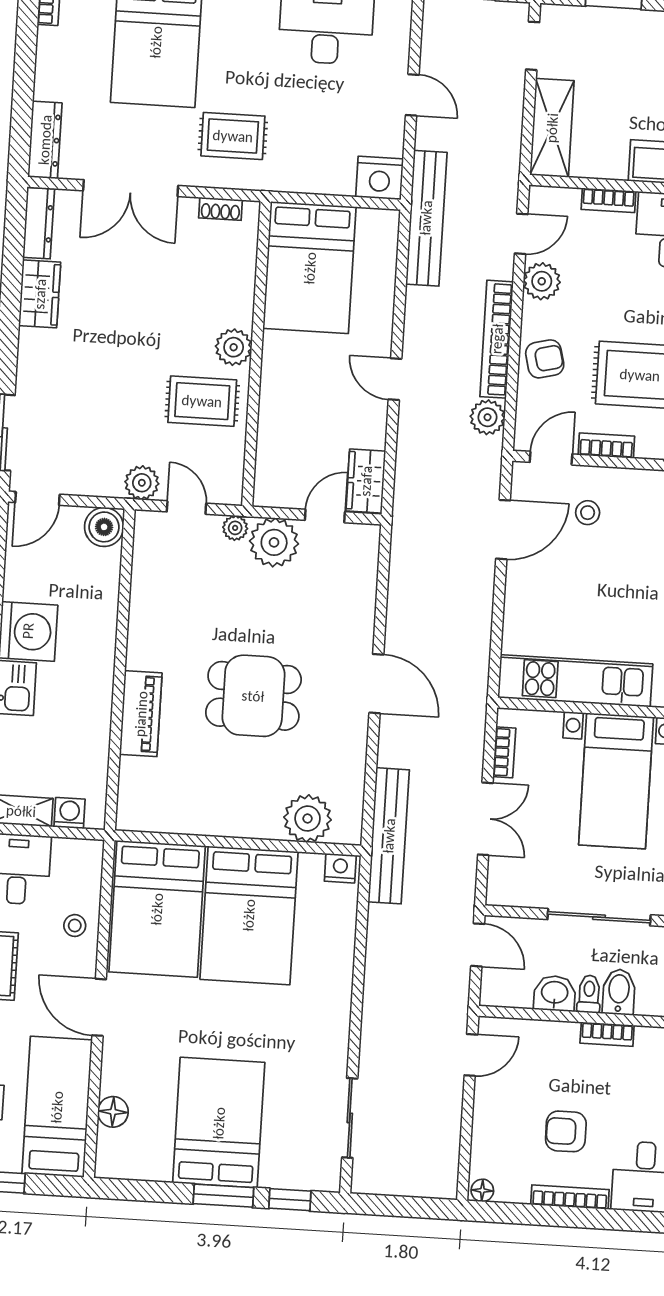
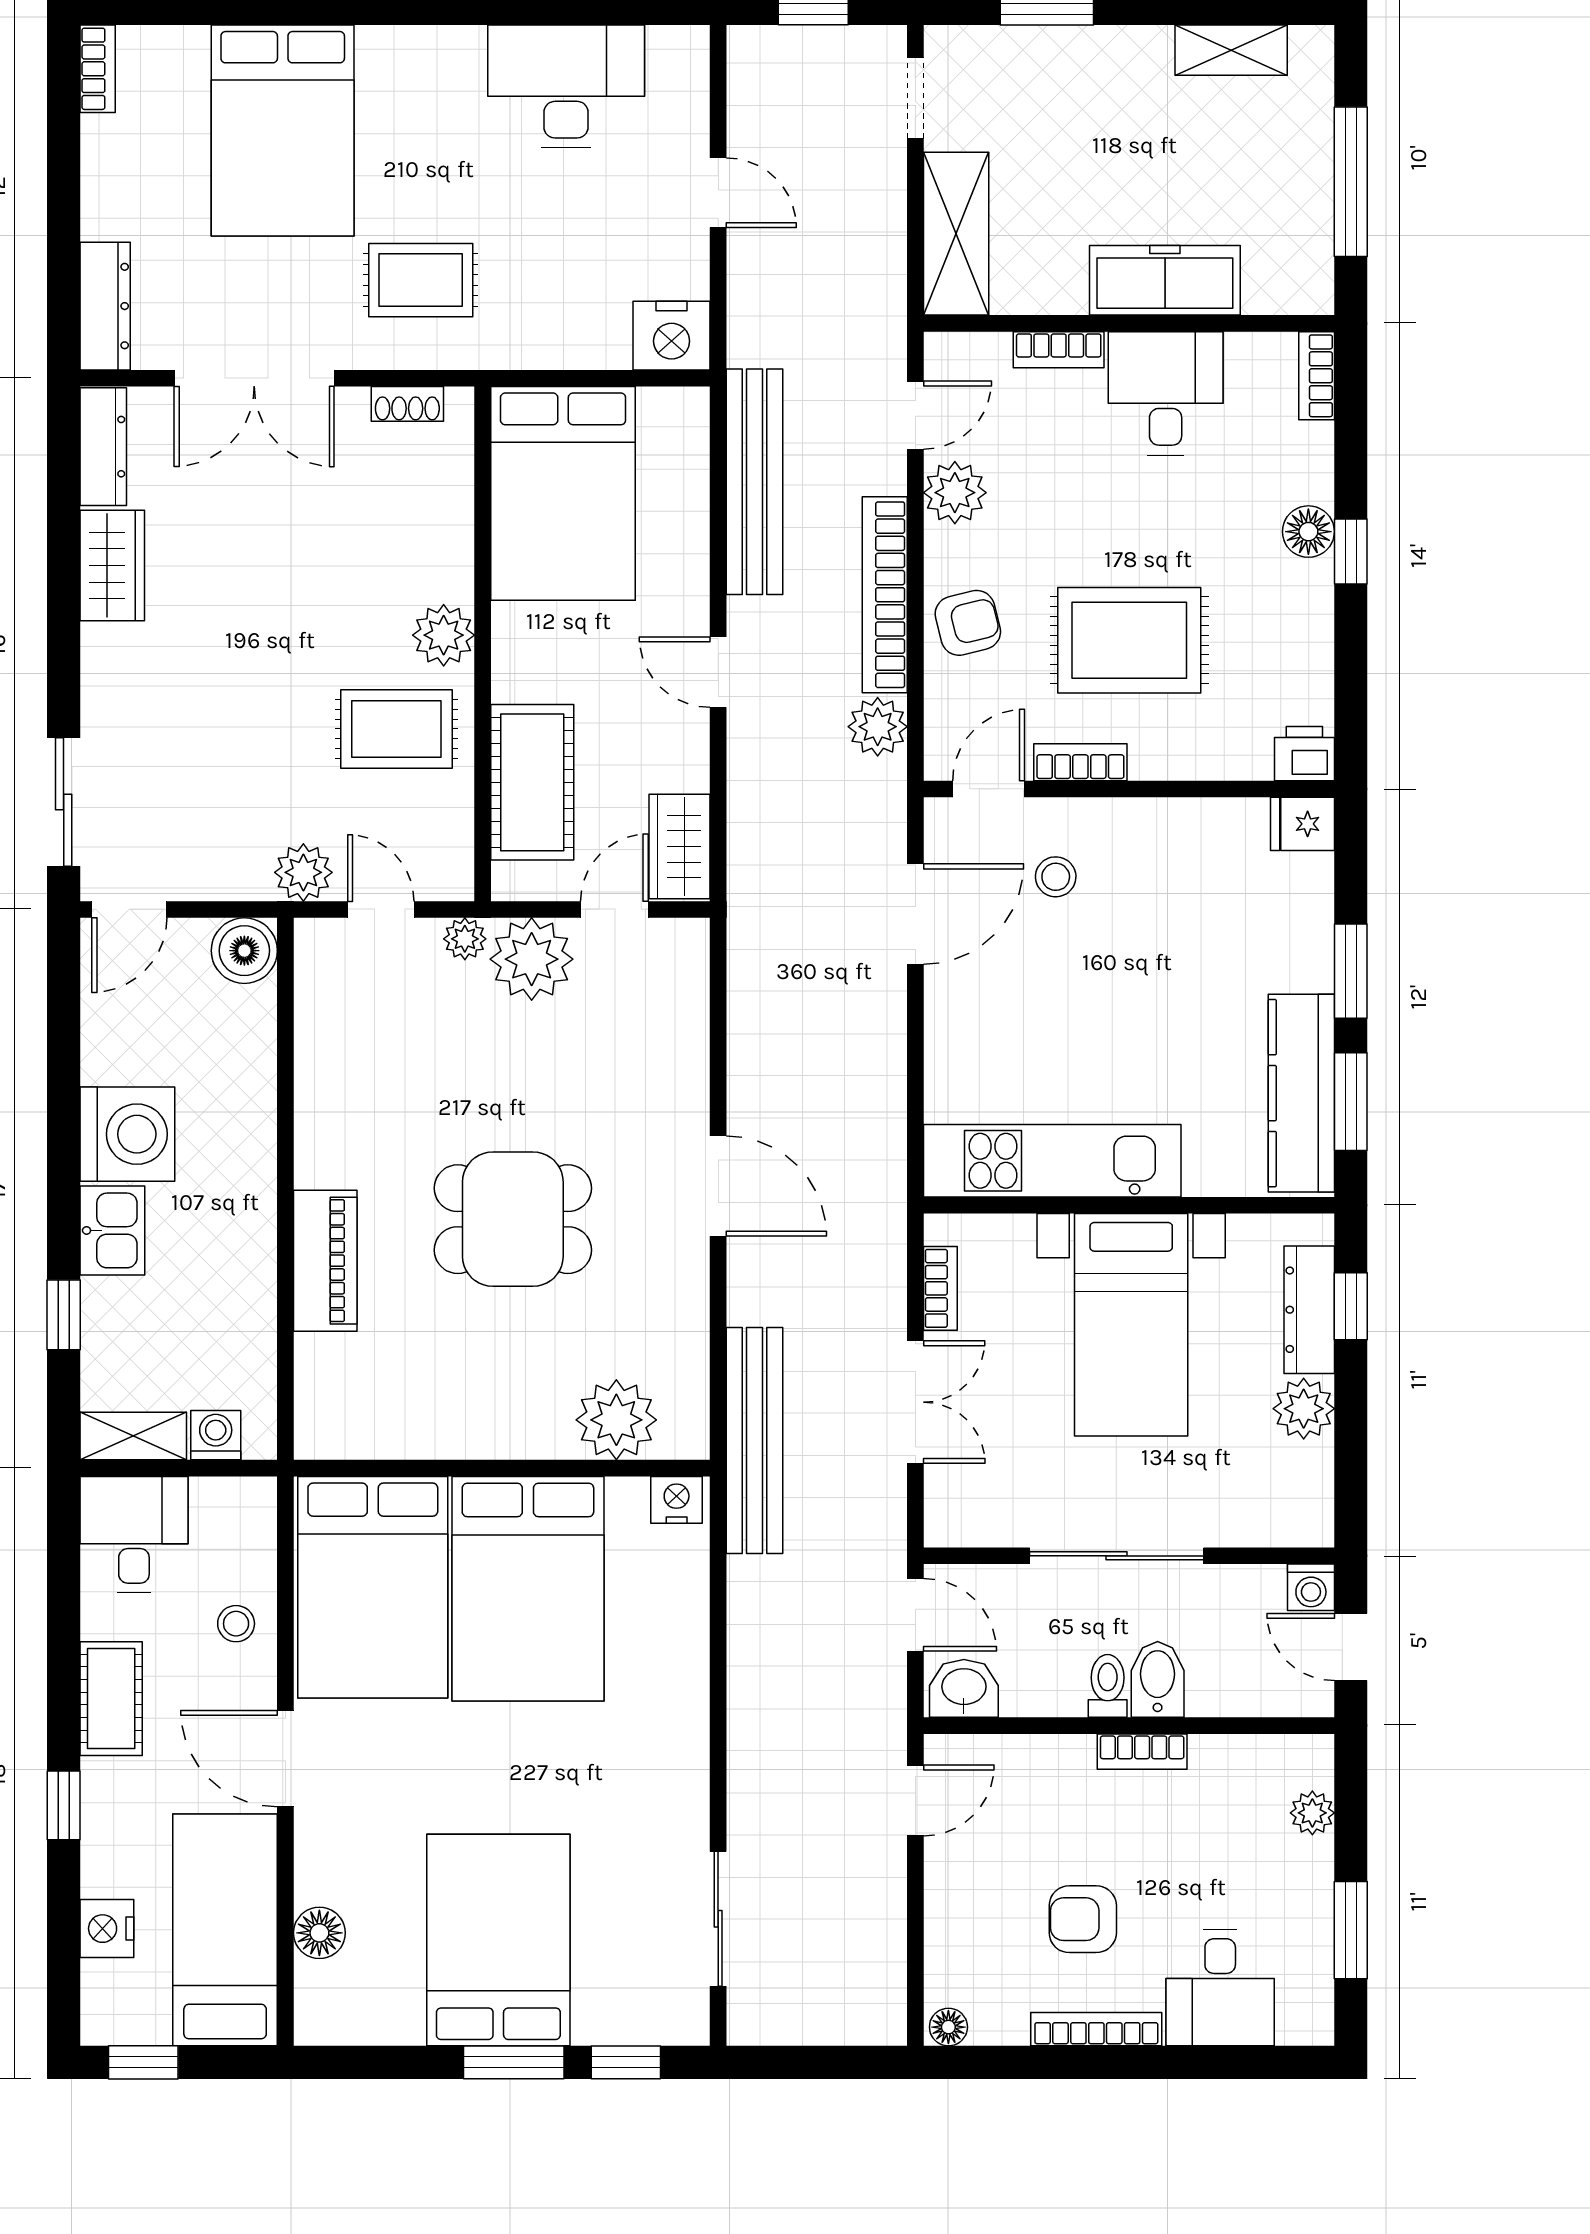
bench: (426, 218) -> (754, 482), moved
cot: (281, 438) -> (532, 782), added
washbasin: (555, 993) -> (964, 1688), moved

